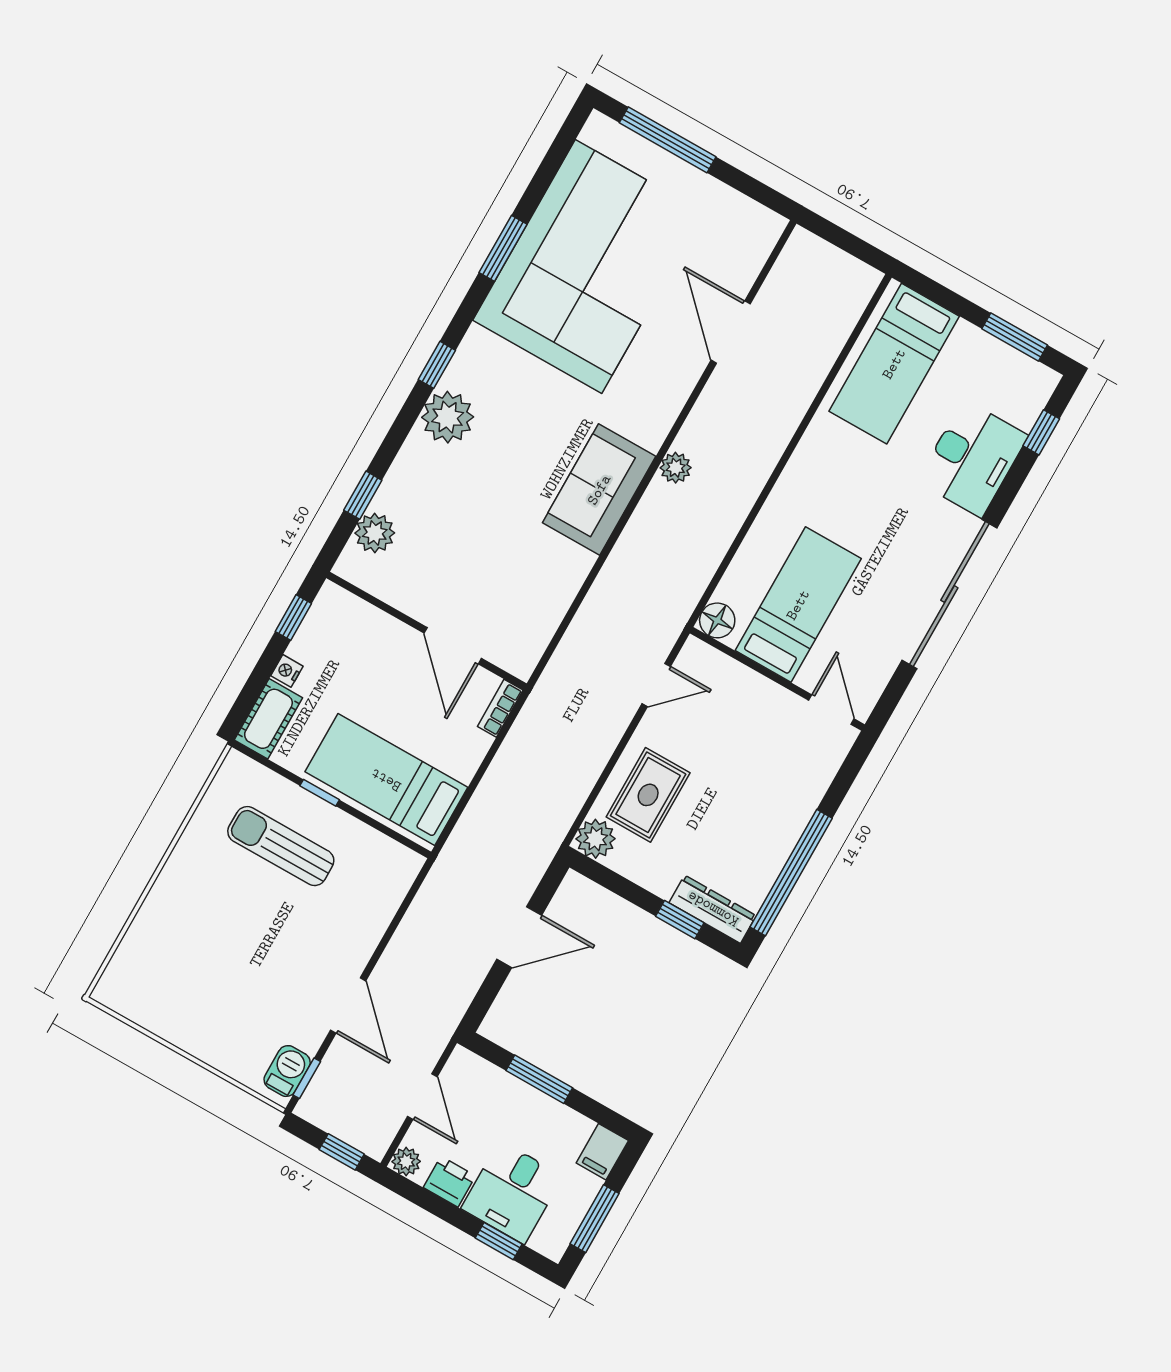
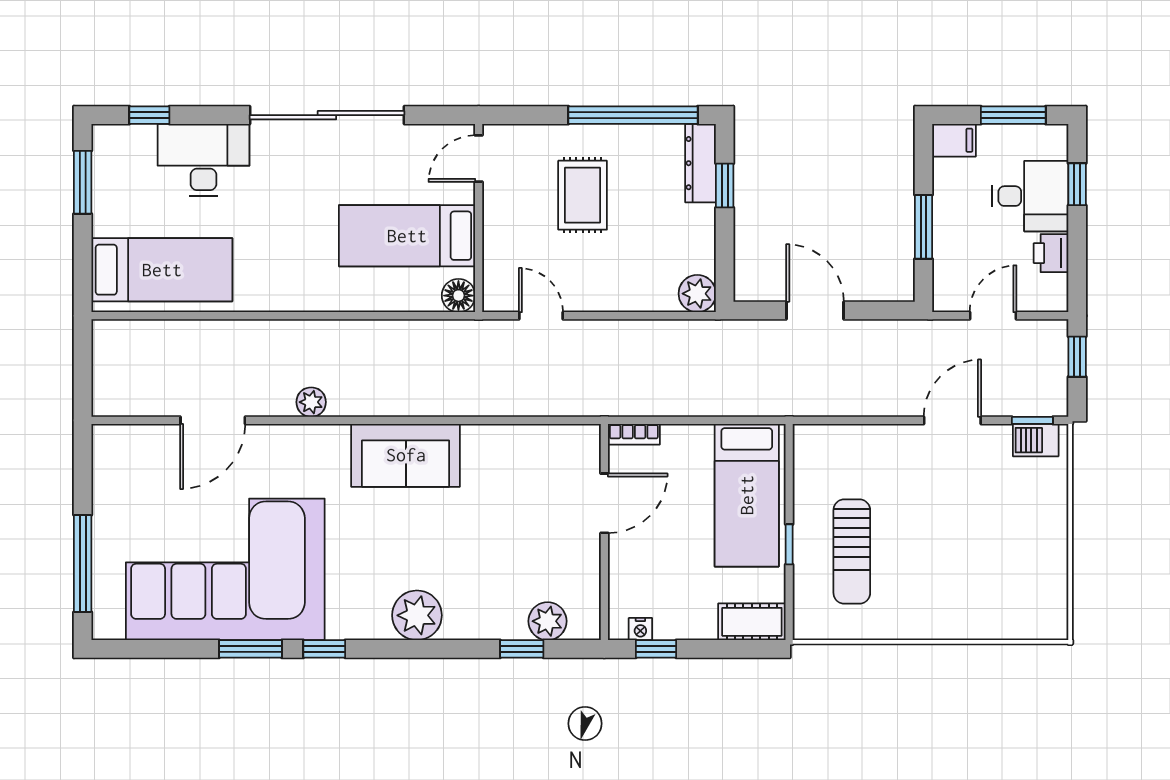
window: (437, 365) -> (324, 649), moved
plant: (676, 468) -> (311, 402), moved
nightstand: (287, 671) -> (640, 629), moved
rug: (648, 795) -> (583, 195), moved, turned 90
plant: (406, 1161) -> (1055, 299), removed

